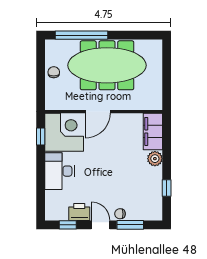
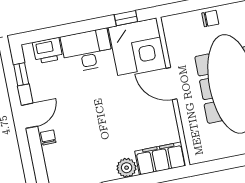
printer: (79, 212) -> (48, 51), moved, turned 90
window: (130, 225) -> (37, 153), removed

